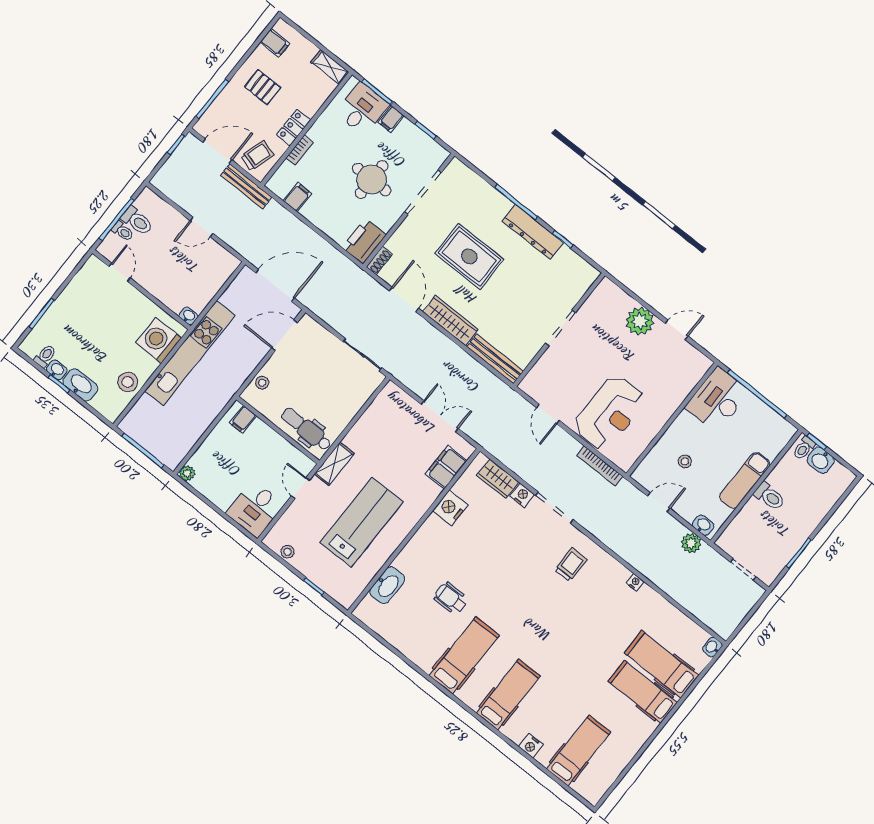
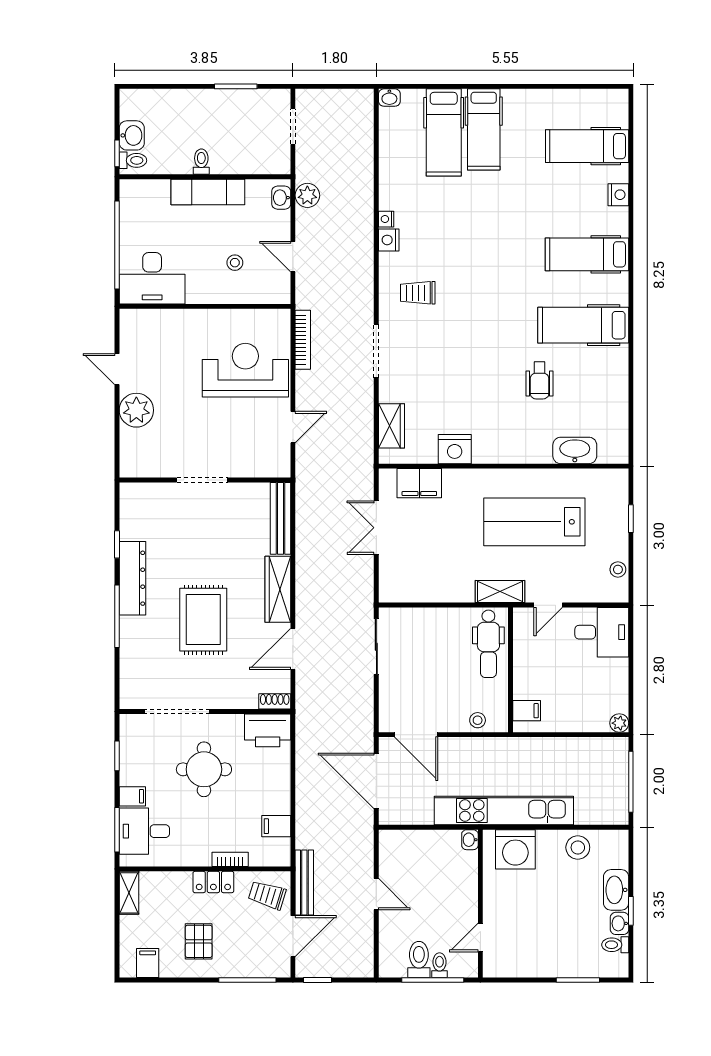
door: (217, 151) -> (293, 936), swing flipped
nightstand: (522, 495) -> (389, 240), moved
toilet: (770, 496) -> (201, 162), width x0.73, depth x0.72

